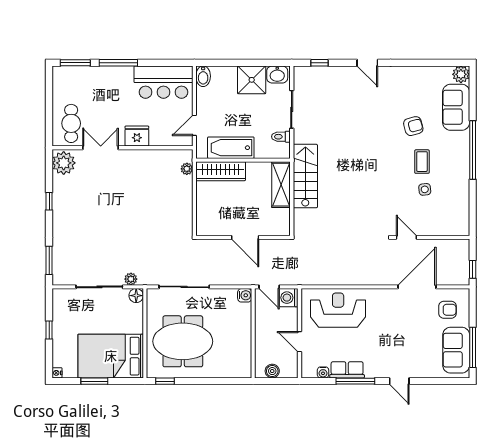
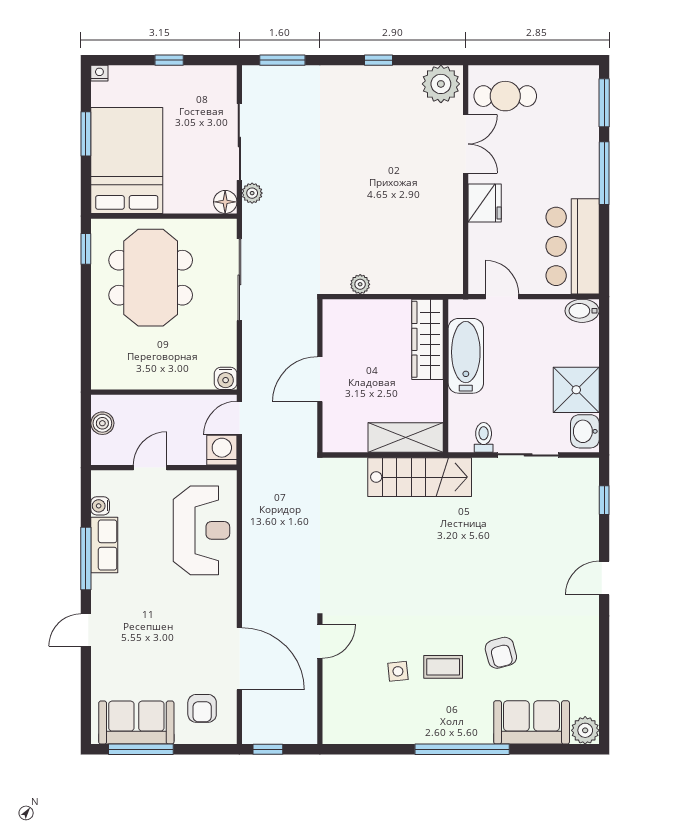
plant: (187, 169) -> (360, 284), moved

